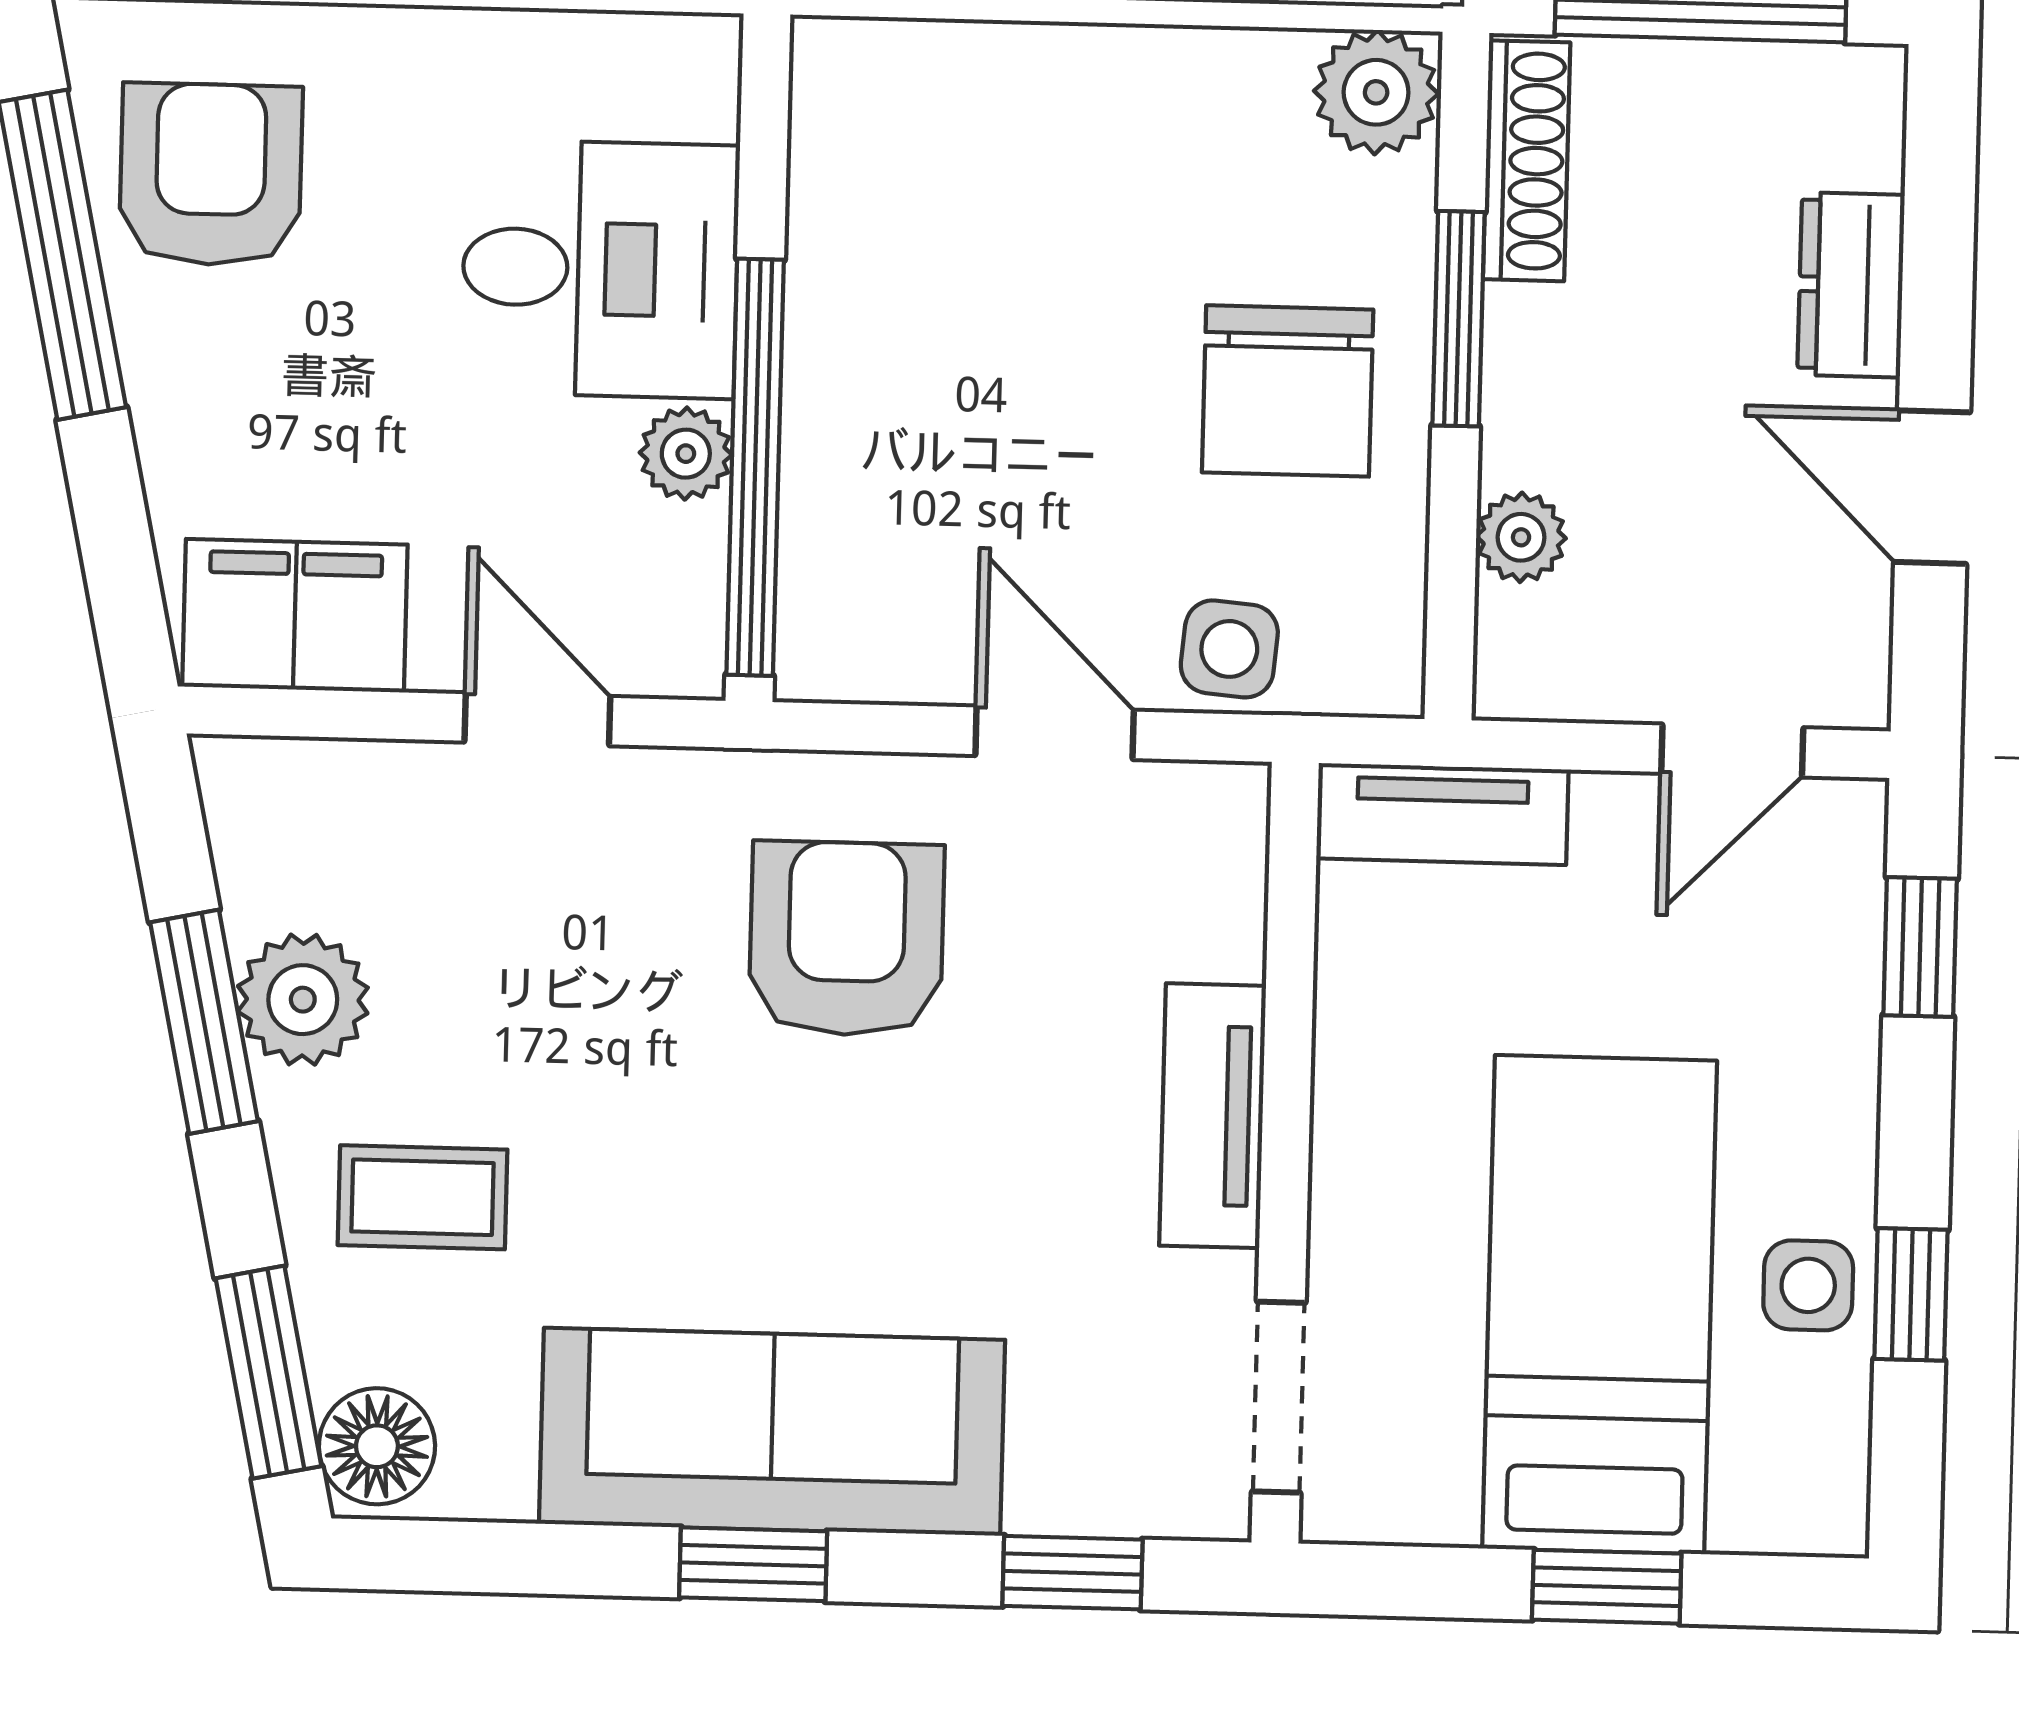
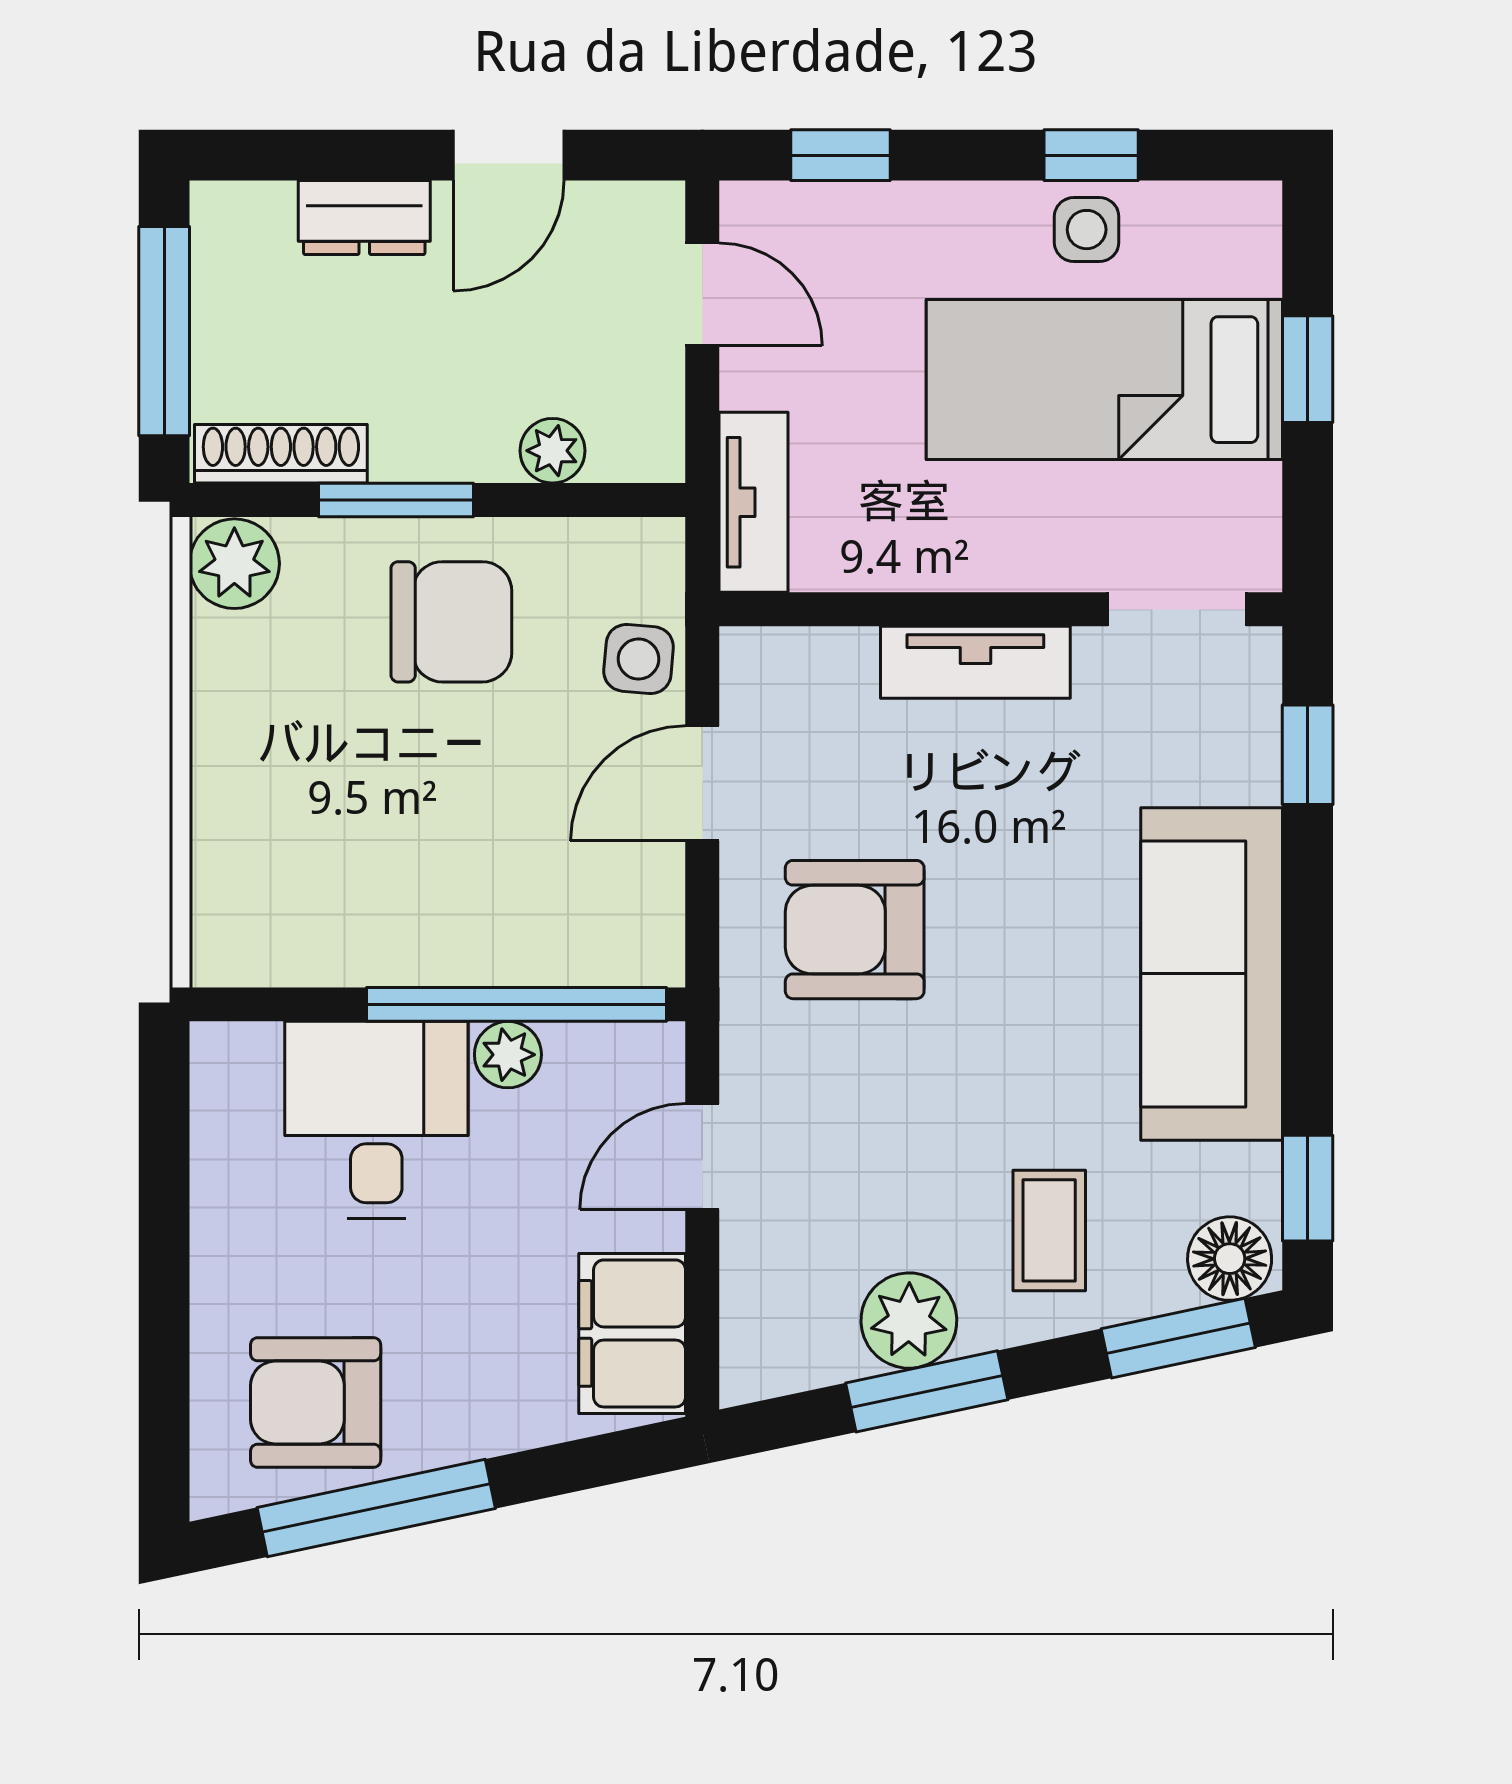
window: (753, 1564) -> (1308, 1188), moved

